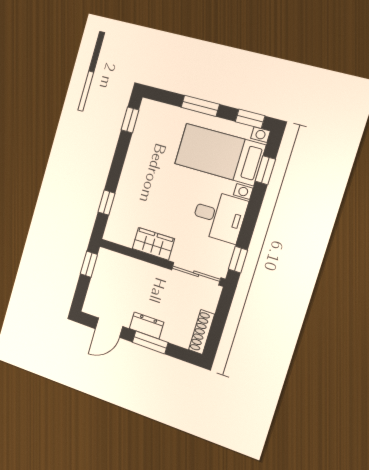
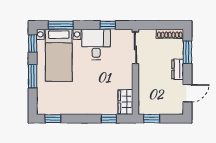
window: (265, 170) -> (61, 25), width x1.50
wardrobe: (153, 244) -> (125, 102), moved
window: (238, 260) -> (108, 25), moved
door: (109, 328) -> (187, 93), hinge flipped
window: (150, 342) -> (187, 52), moved

